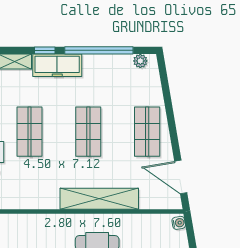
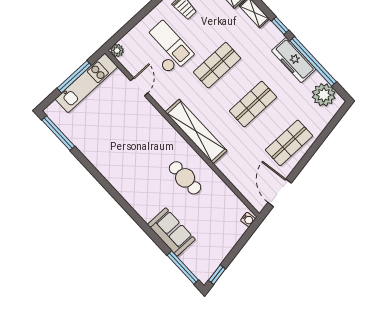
plant: (140, 61) -> (324, 95), width x1.88, depth x1.88
freezer: (57, 65) -> (294, 60), moved
shelving: (99, 199) -> (196, 131), moved

